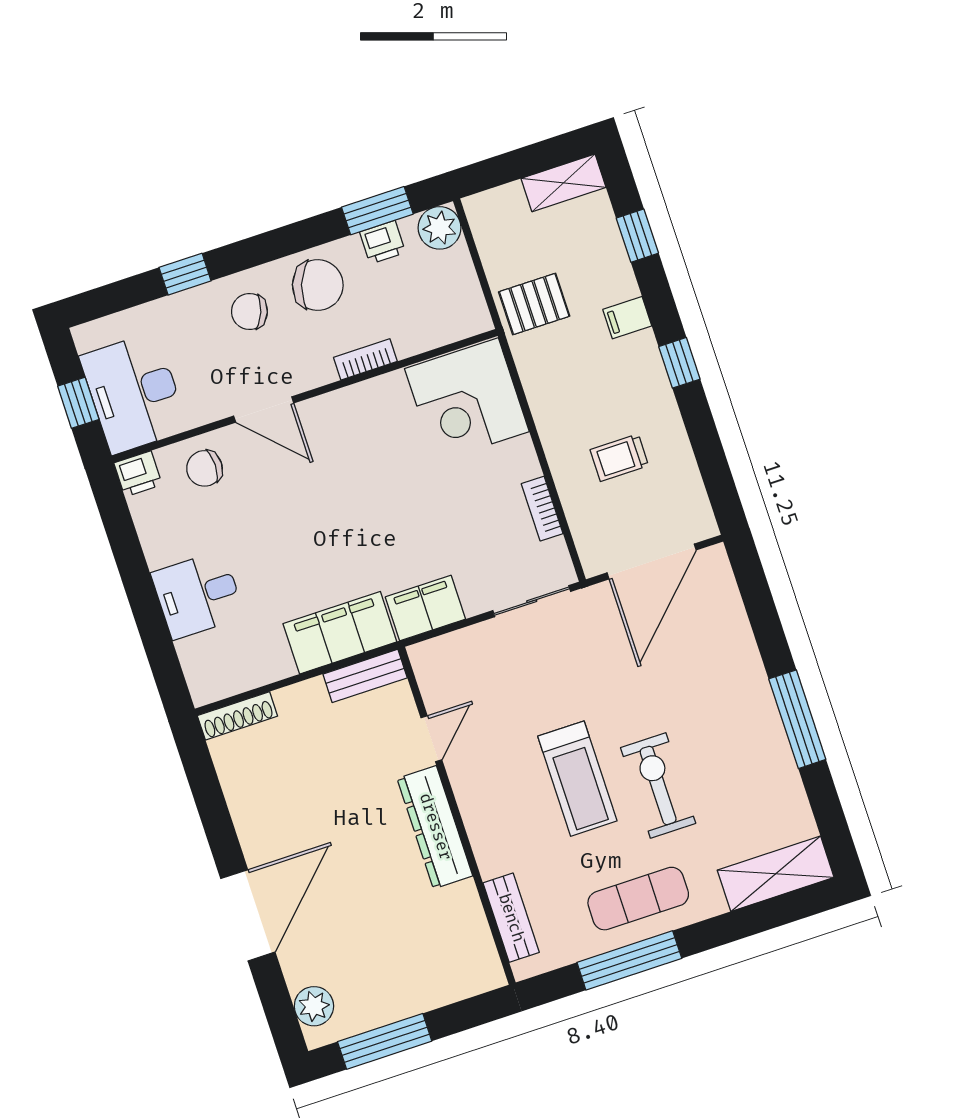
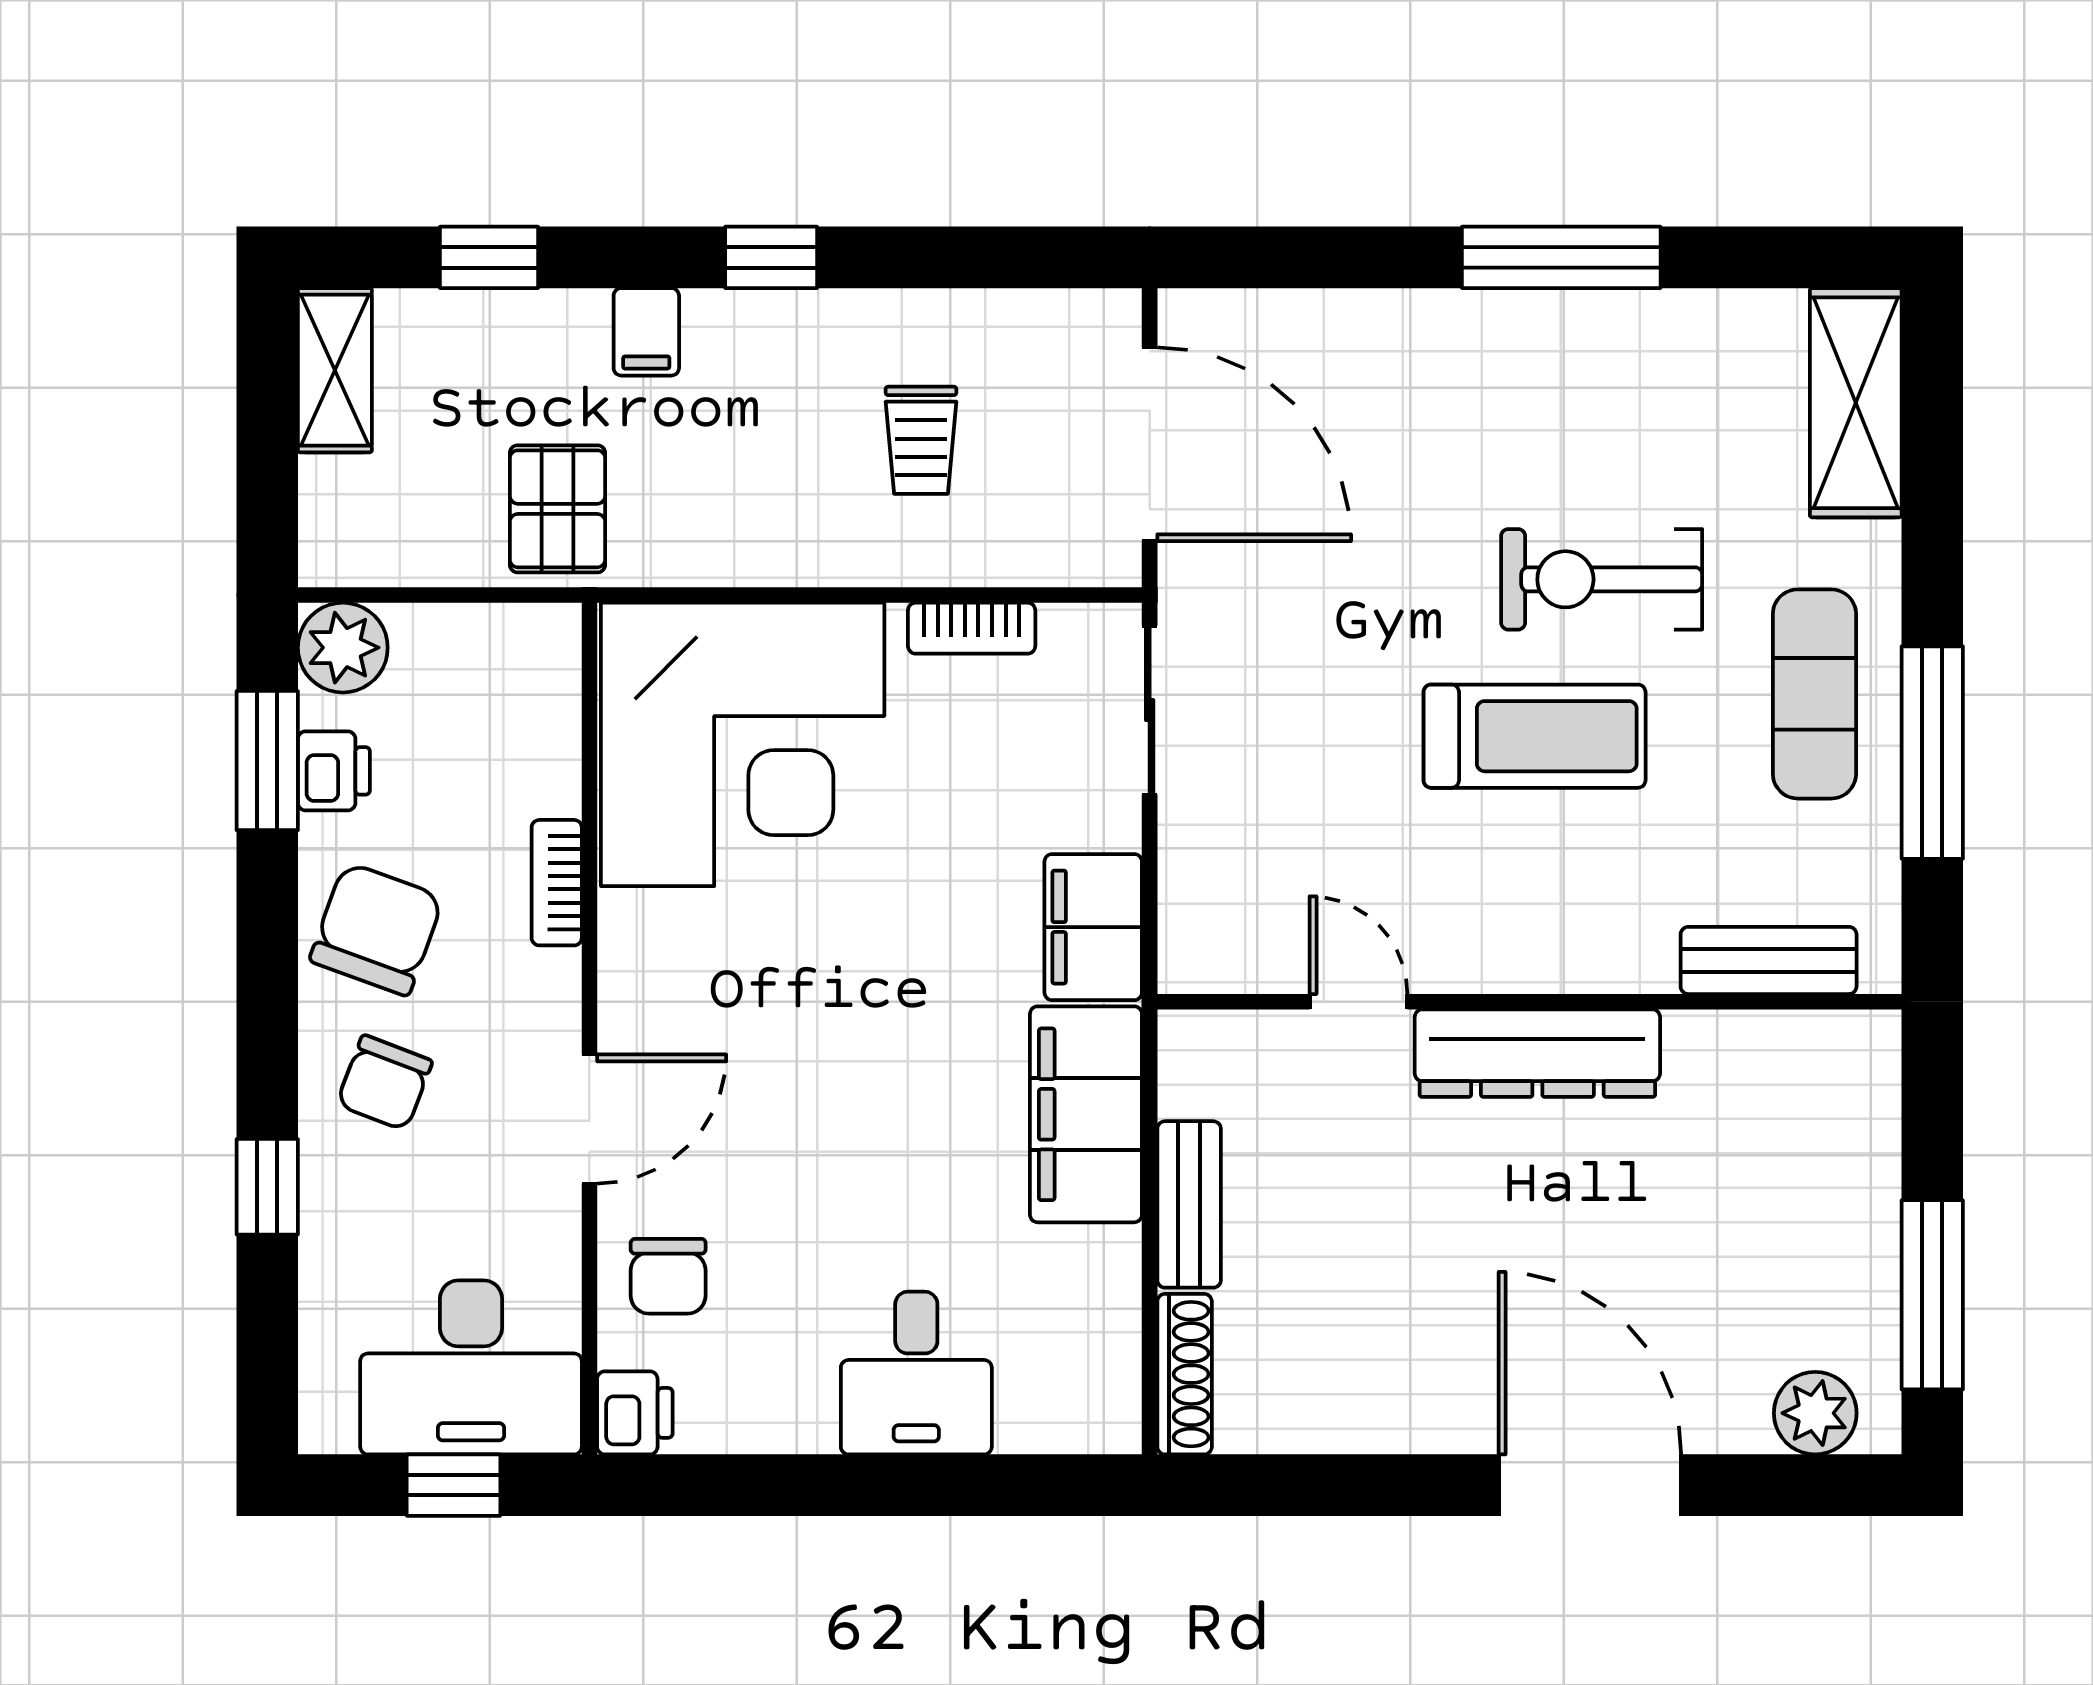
corner desk: (467, 400) -> (743, 744), width x1.36, depth x1.36
bench: (365, 676) -> (1189, 1204), moved

